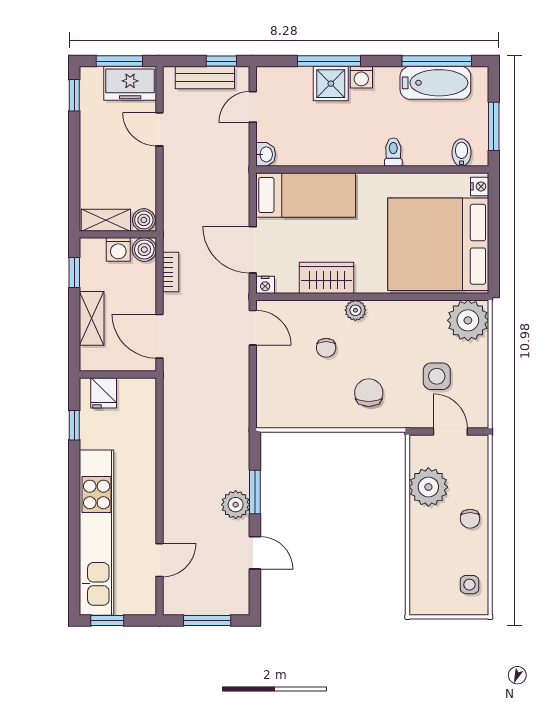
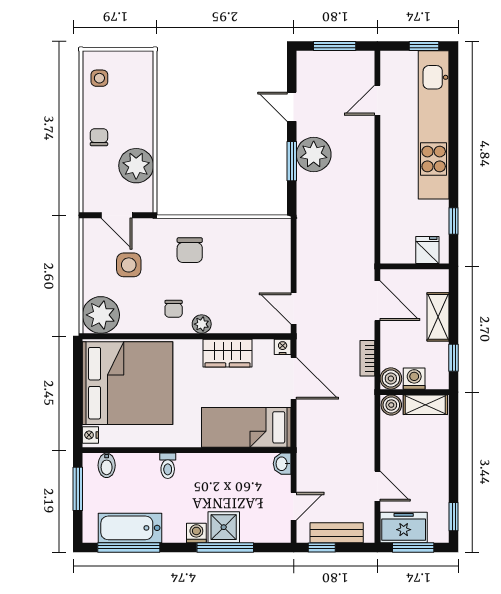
chair: (326, 348) -> (174, 309), moved, turned 180
plant: (236, 505) -> (314, 154), width x1.36, depth x1.36

